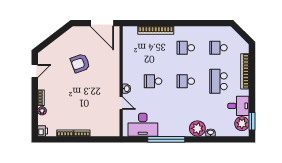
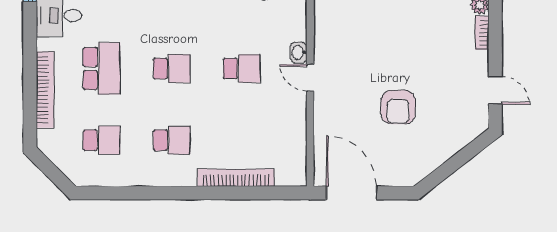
armchair: (80, 63) -> (398, 107), turned 110
door: (35, 71) -> (495, 90), swing flipped
door: (121, 103) -> (310, 78), moved

